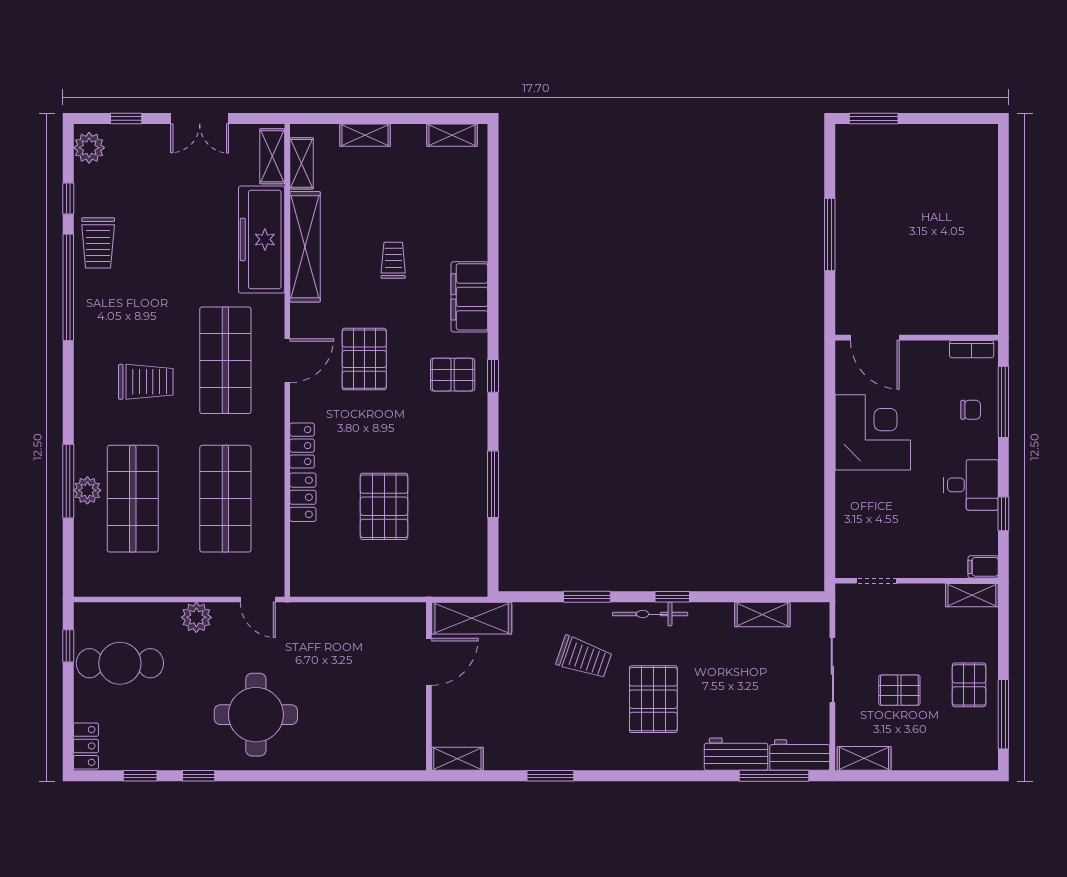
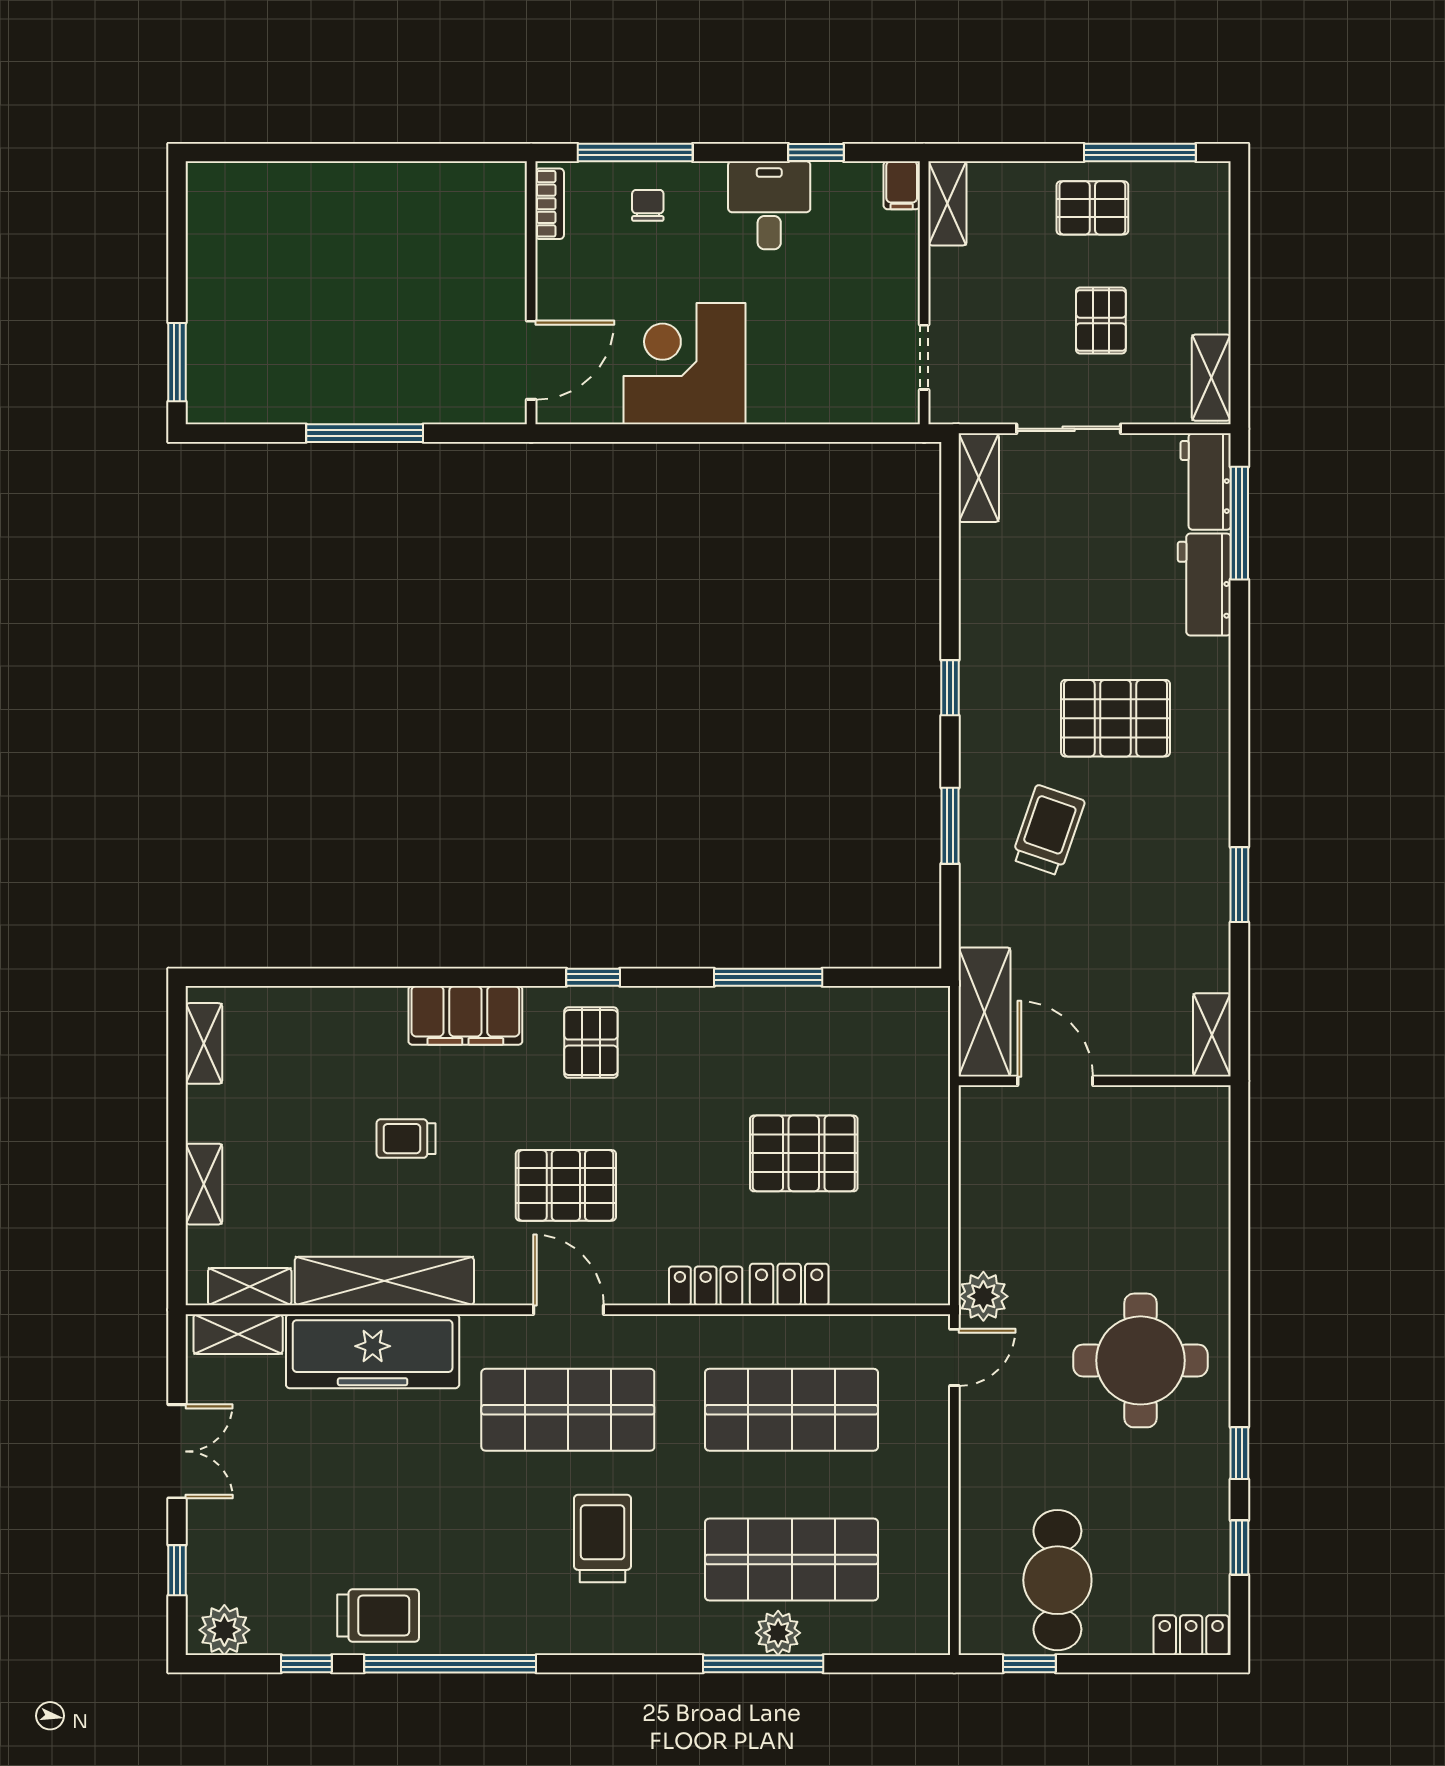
bicycle: (650, 614) -> (978, 723), removed
shelving: (762, 615) -> (979, 478), moved
plant: (196, 617) -> (983, 1296), moved

